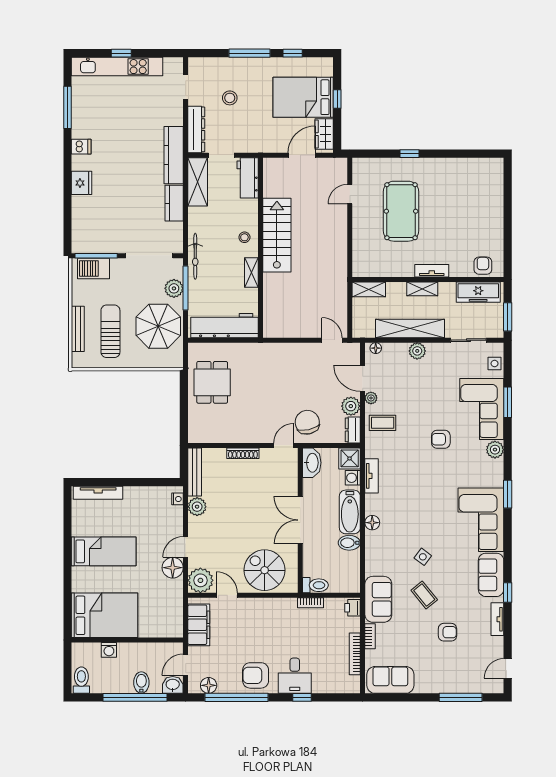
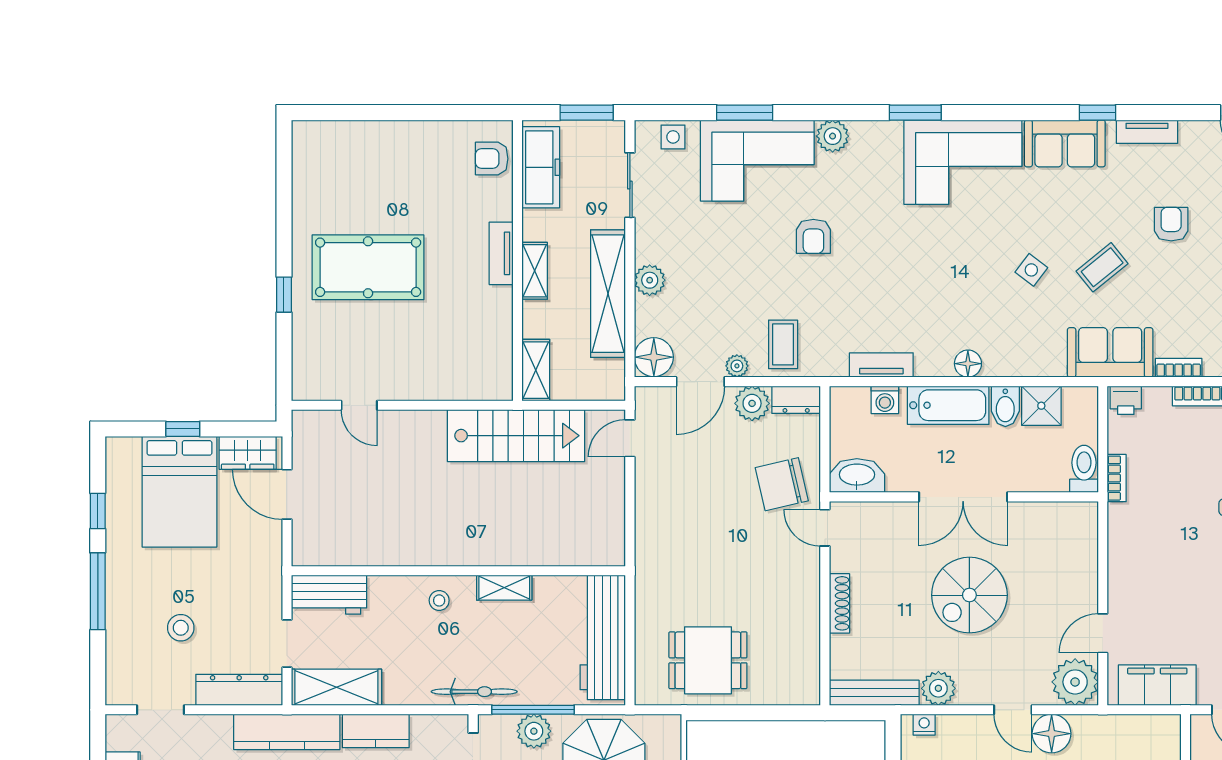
pool table: (401, 211) -> (368, 267), moved
stairs: (277, 235) -> (516, 436), moved, turned 180
floor lamp: (376, 348) -> (654, 357), width x1.89, depth x1.89
shower: (350, 458) -> (1041, 406), moved
spiral stairs: (265, 570) -> (969, 595), moved

